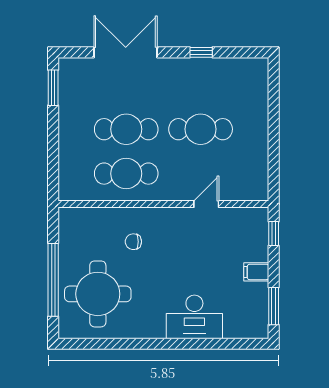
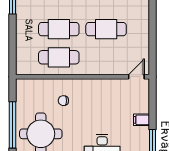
door: (206, 204) -> (136, 77), moved
window: (274, 234) -> (152, 95), removed

